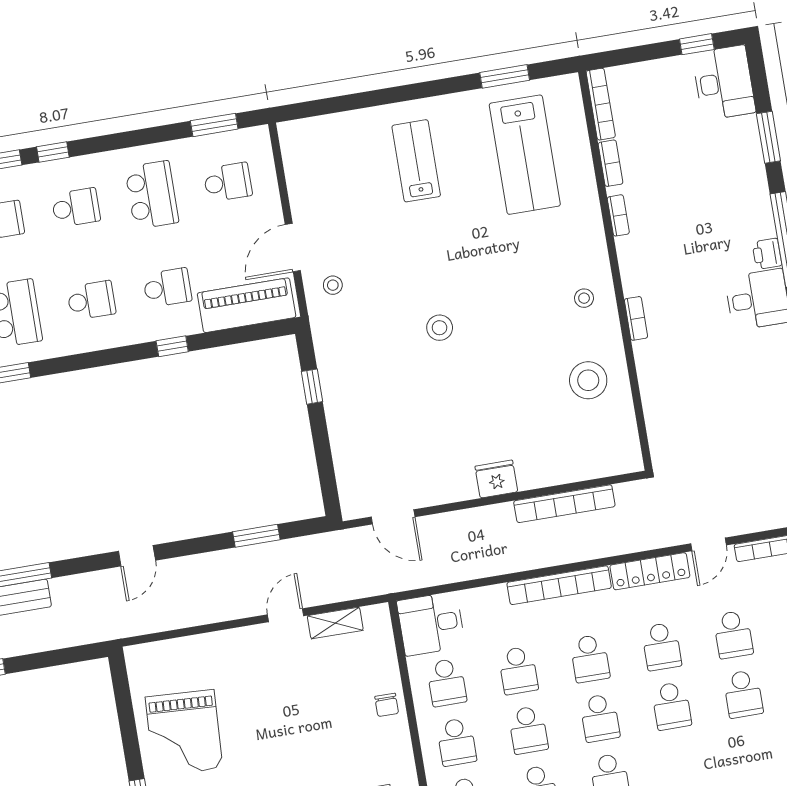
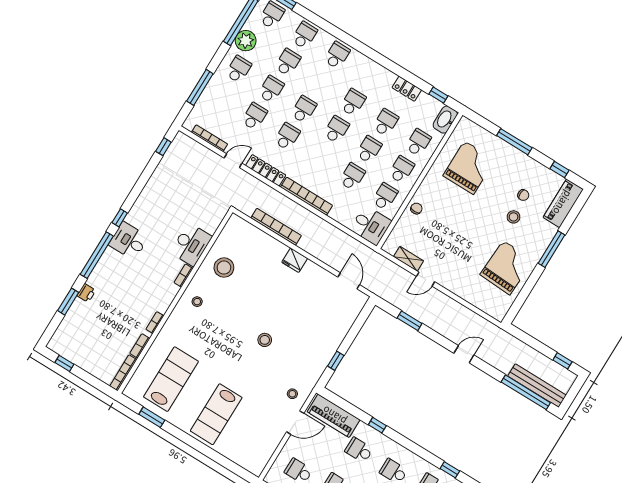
desk: (724, 83) -> (191, 244), moved, turned 180
lab bench: (416, 161) -> (216, 414), width x1.36, depth x1.39
printer: (767, 254) -> (86, 293), moved
school desk: (590, 659) -> (288, 62), moved

